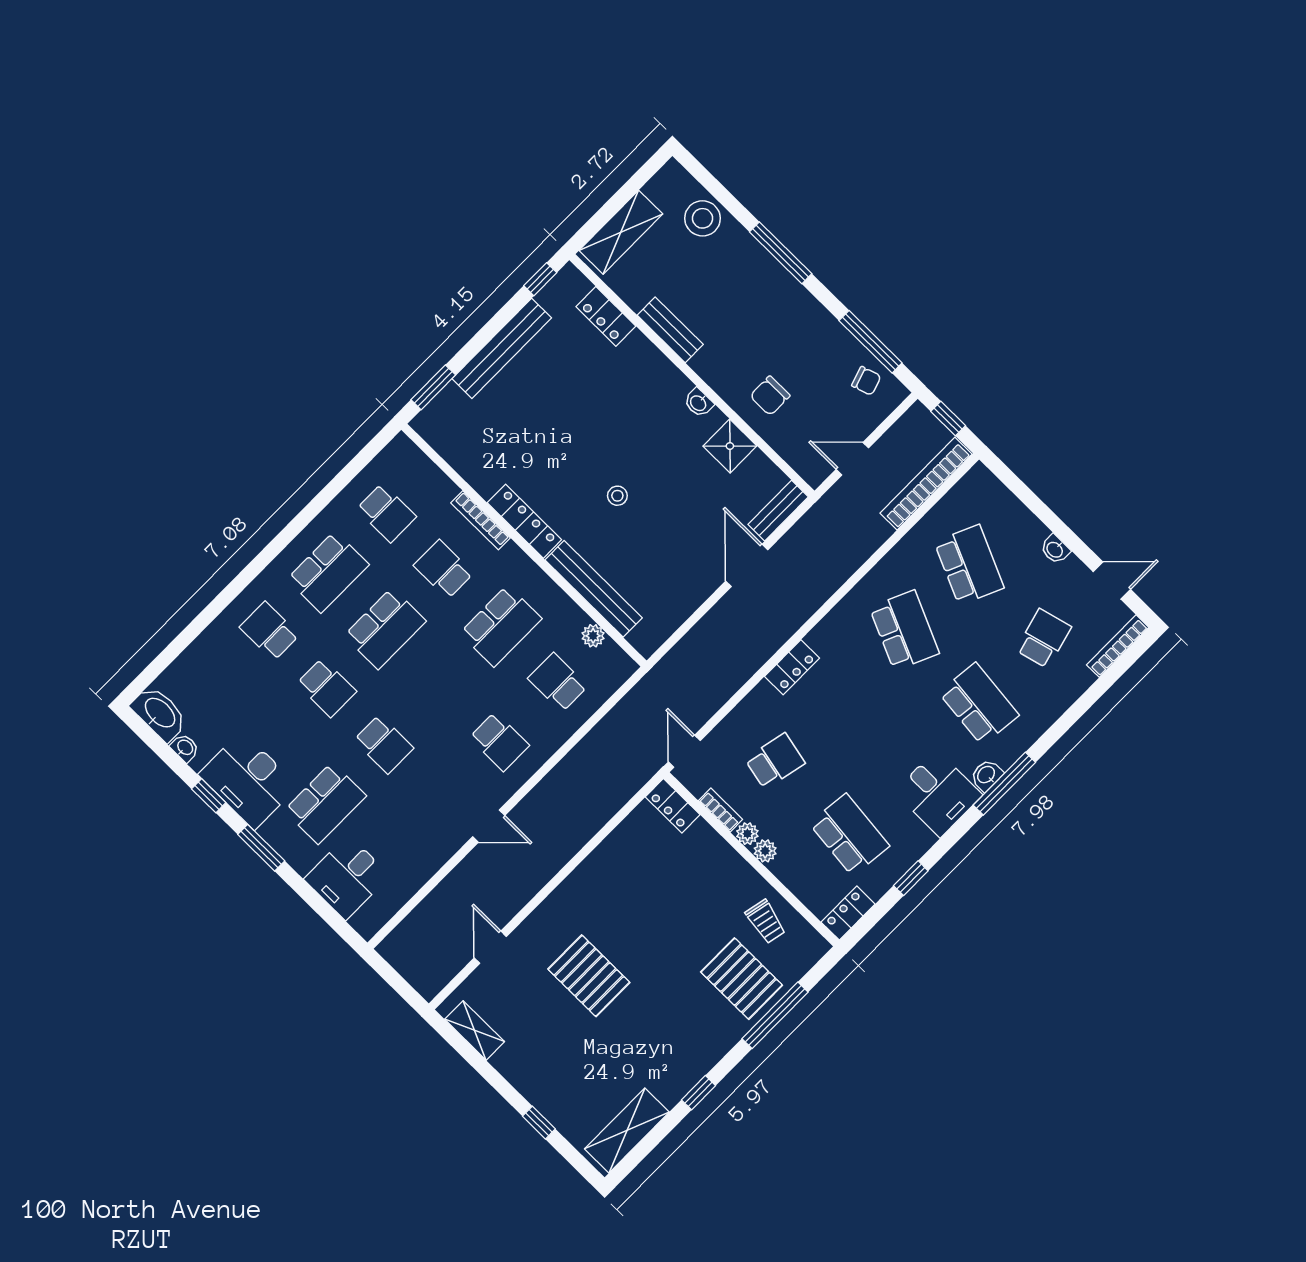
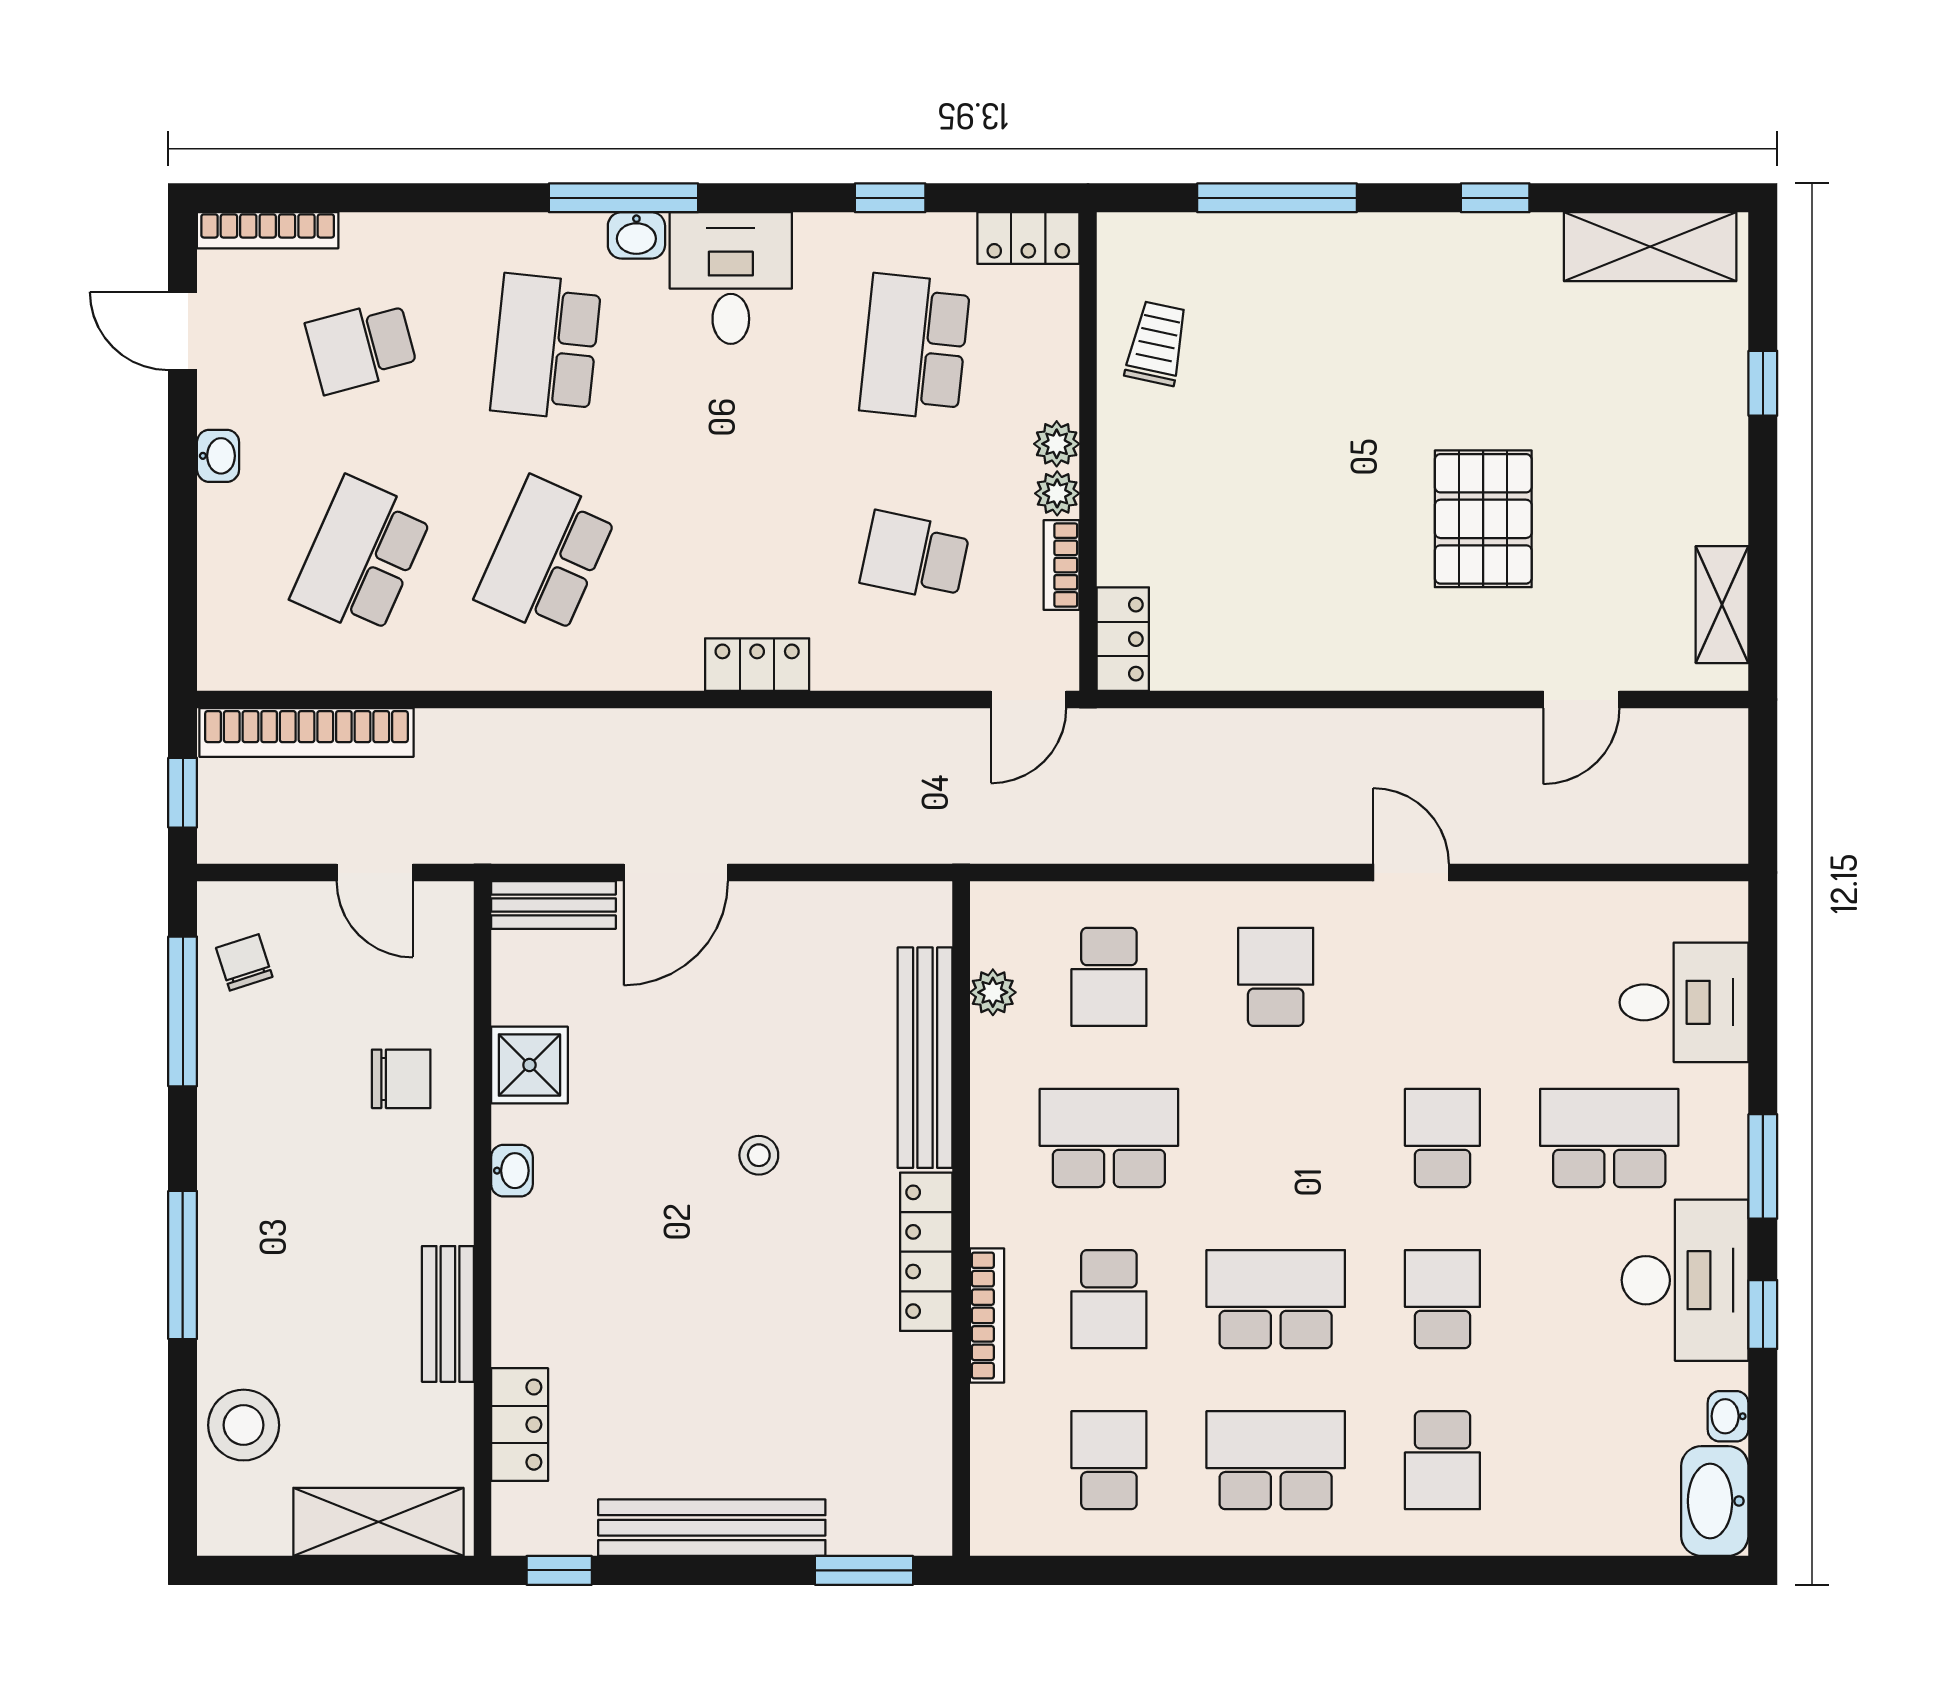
pallet: (742, 979) -> (1272, 297), removed

